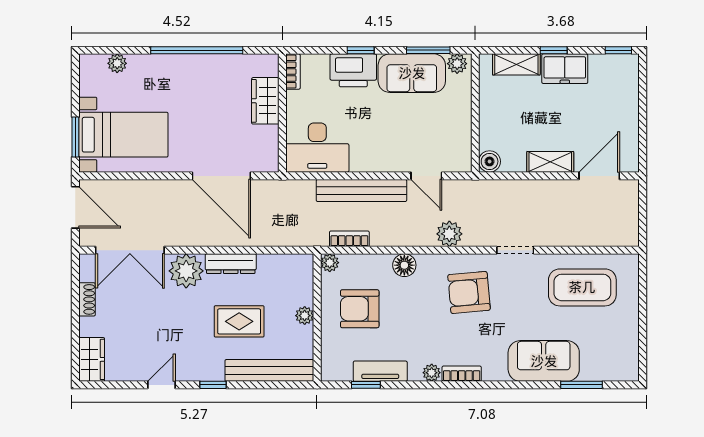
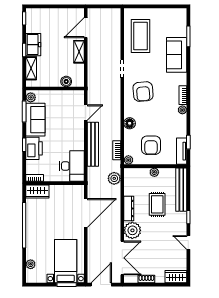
wardrobe: (265, 101) -> (37, 192), moved
boiler: (490, 161) -> (66, 81), moved
door: (599, 176) -> (86, 28), hinge flipped
plant: (449, 234) -> (114, 178), moved
tv unit: (380, 371) -> (182, 151), moved

